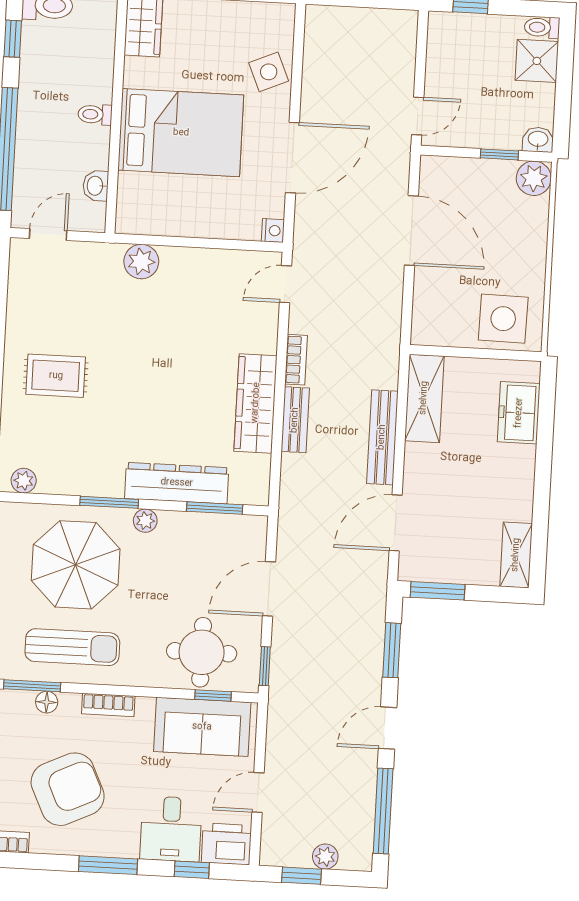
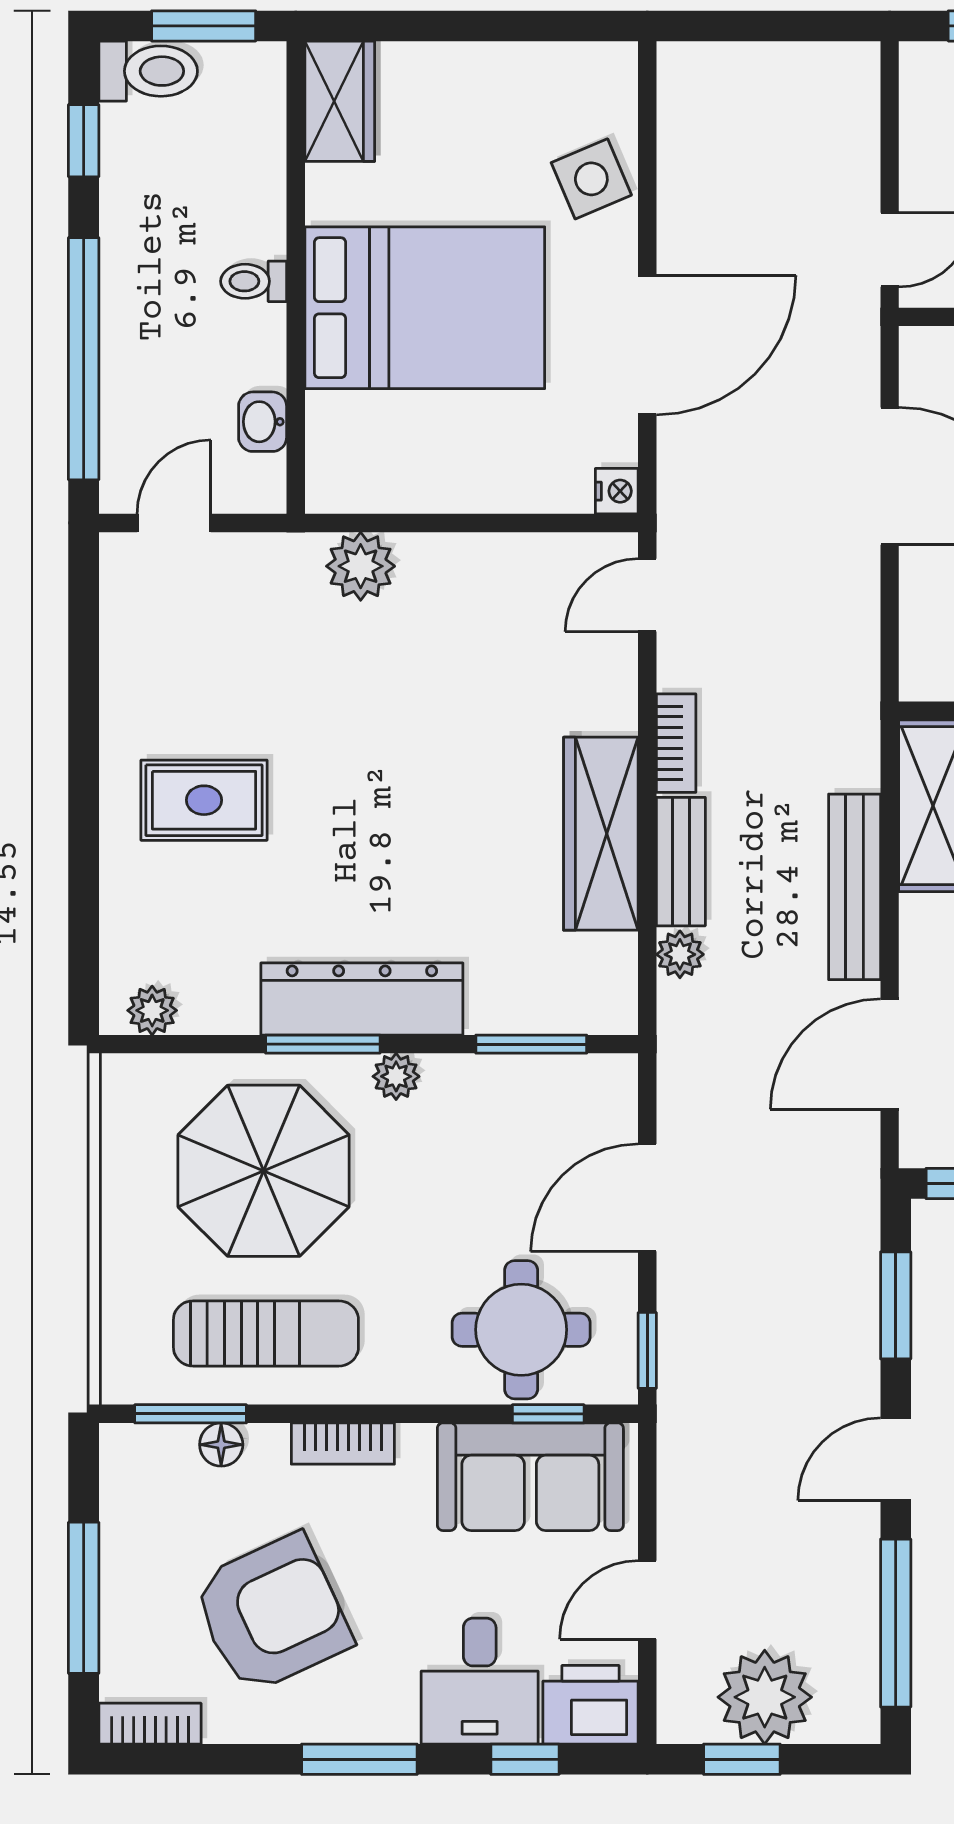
plant: (292, 467) -> (680, 954), added
dresser: (177, 483) -> (362, 999), moved
plant: (325, 857) -> (765, 1697), width x1.87, depth x1.87

